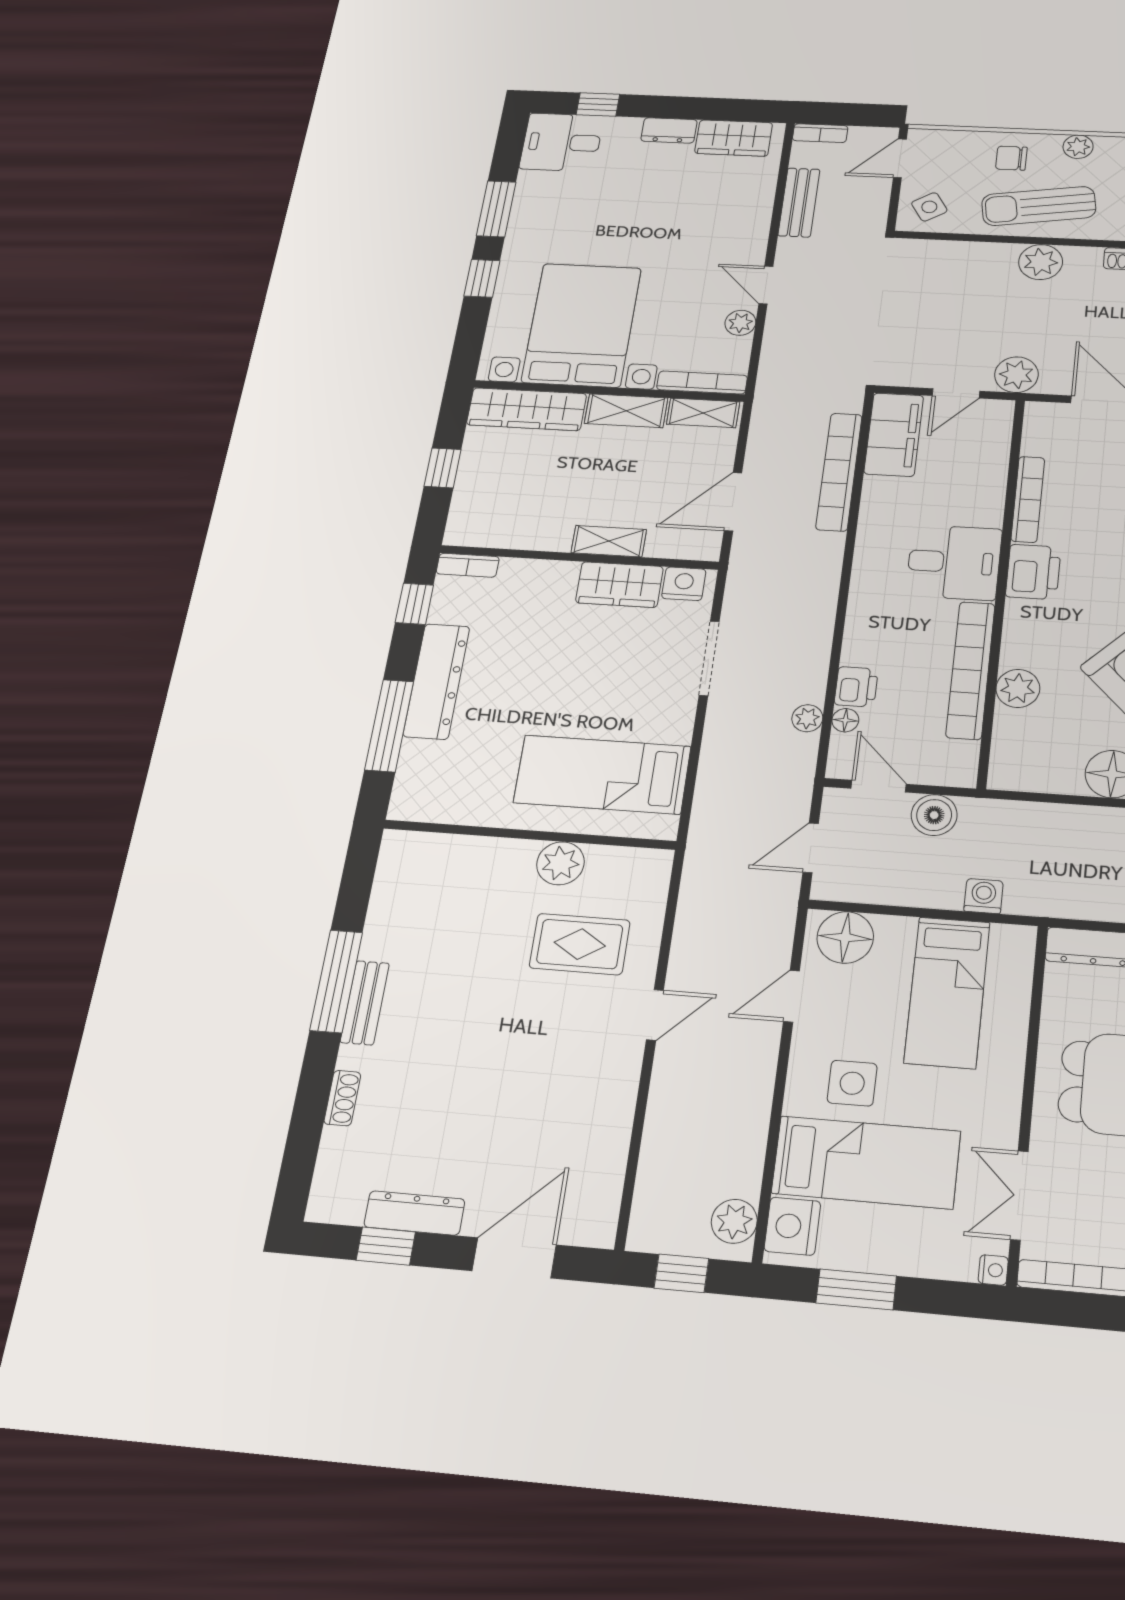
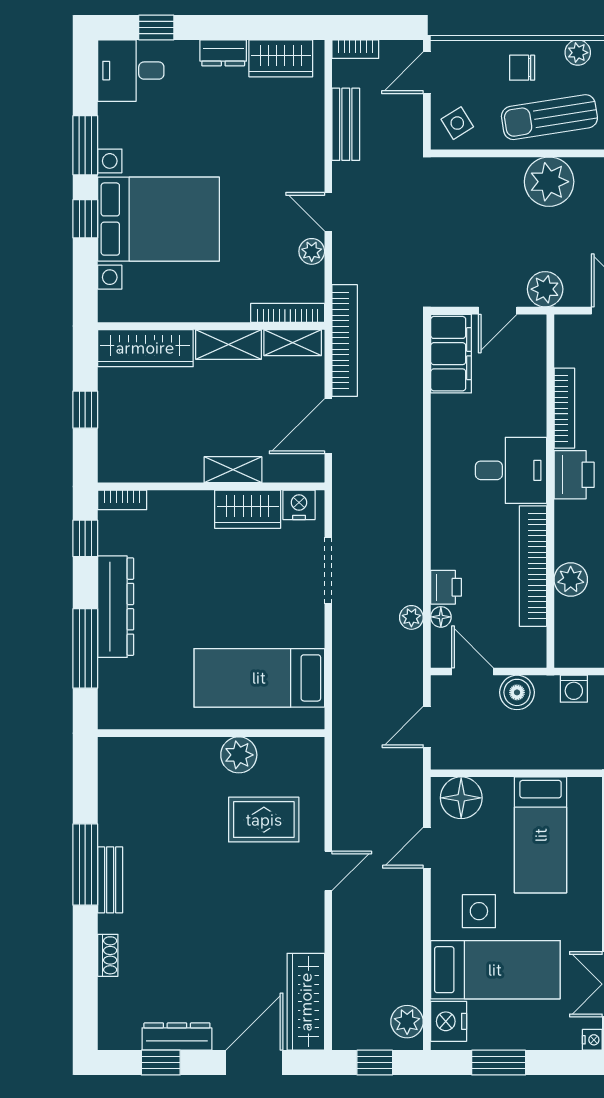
plant: (1041, 262) -> (549, 182), width x1.36, depth x1.36
bed with nightstands: (581, 325) -> (158, 219), moved, turned 90
bookcase: (839, 472) -> (345, 341), moved, turned 180
washing machine: (984, 896) -> (574, 689), moved, turned 180
wardrobe: (598, 1182) -> (306, 1002), added

